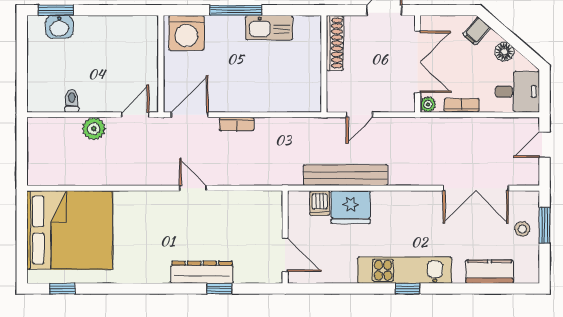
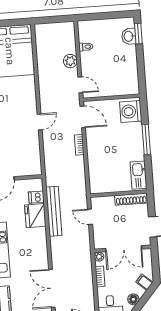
kitchen sink: (269, 28) -> (138, 175), moved

